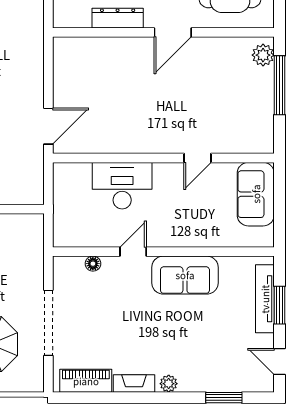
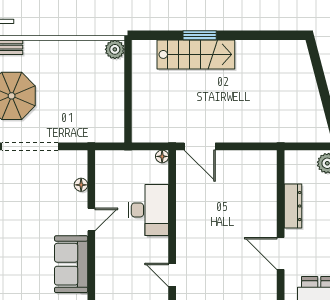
floor lamp: (60, 170) -> (162, 156), added
door: (133, 252) -> (91, 219), hinge flipped

